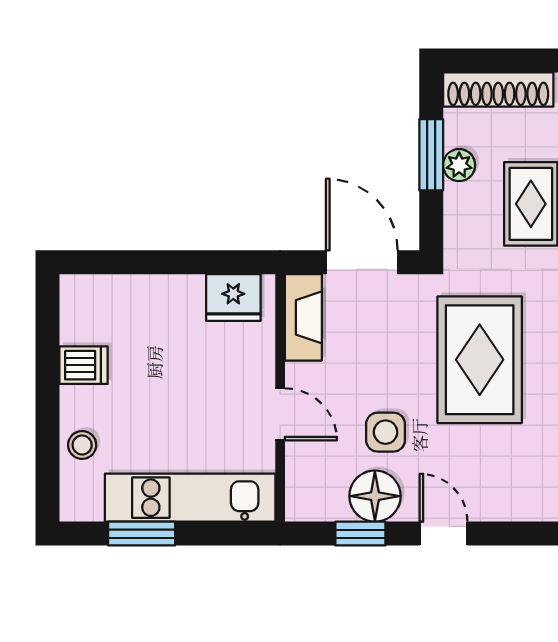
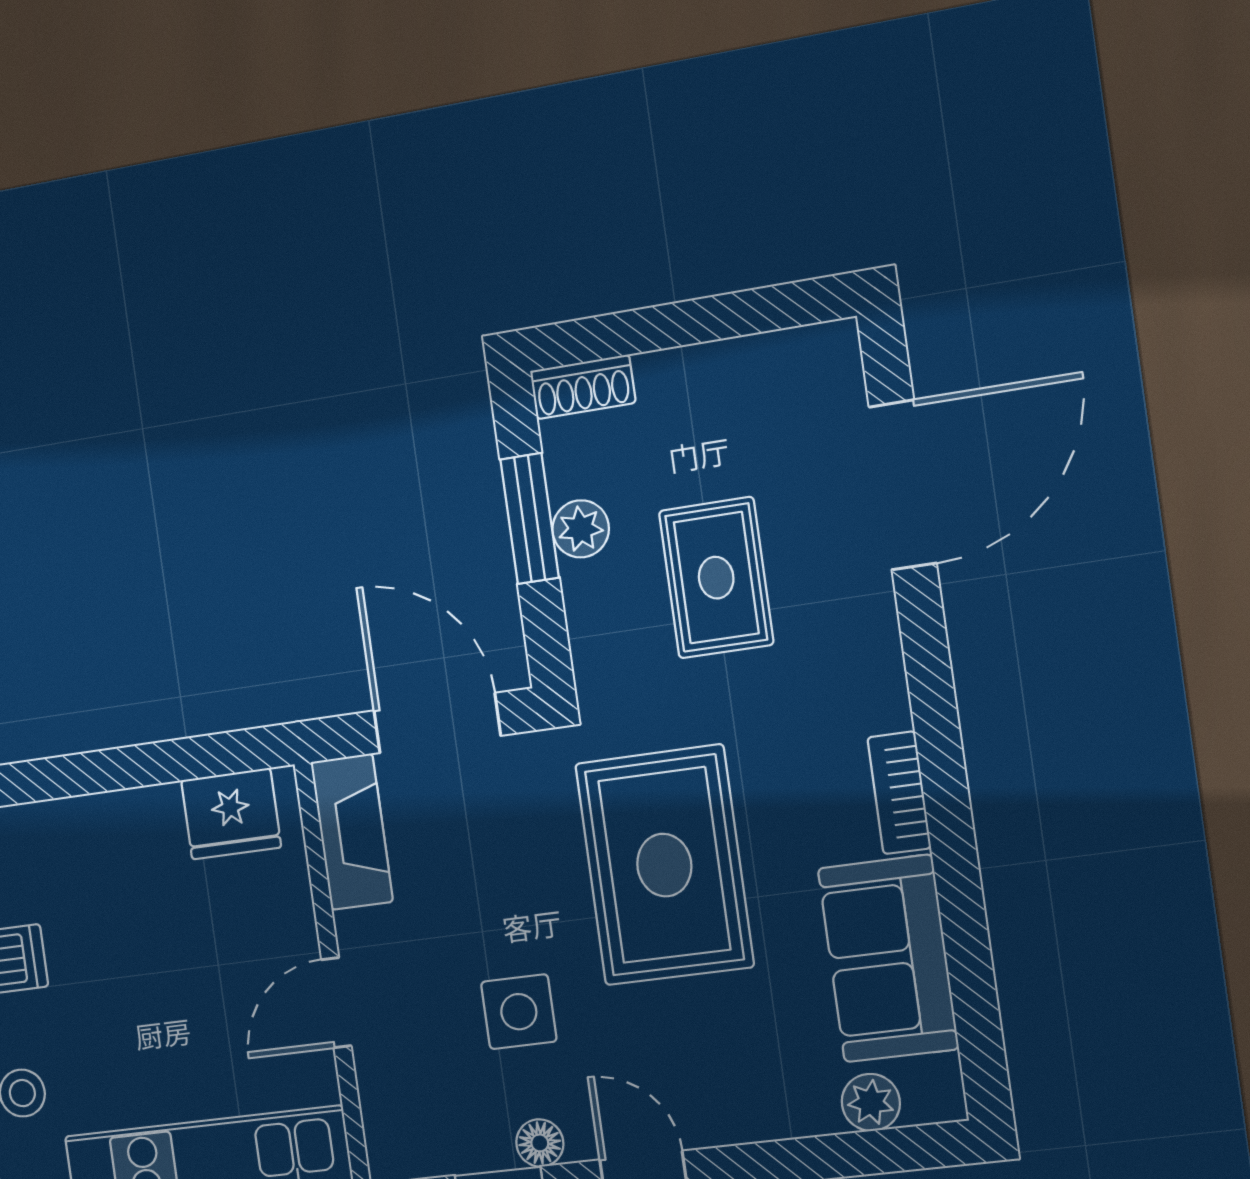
shoe rack: (498, 89) -> (583, 387), width x0.51, depth x0.81
door: (280, 414) -> (336, 1003), swing flipped
floor lamp: (375, 496) -> (540, 1143), width x0.53, depth x0.53

